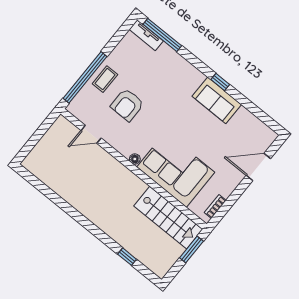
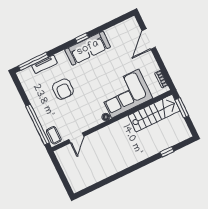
tv unit: (146, 35) -> (44, 64), moved
coffee table: (105, 79) -> (54, 135), moved
sofa: (217, 100) -> (88, 48), width x1.36
armchair: (127, 105) -> (63, 89), moved

